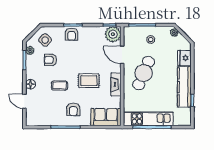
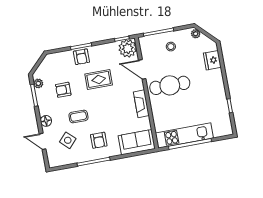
side table: (45, 40) -> (68, 140), moved
cafe table: (144, 73) -> (170, 85), turned 67
rug: (89, 81) -> (99, 79), moved
kitchen counter: (184, 87) -> (218, 92), removed

